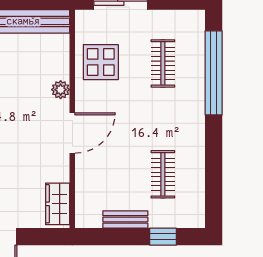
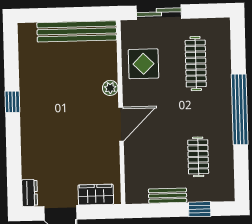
clothes rail: (163, 63) -> (196, 64), width x1.36
window: (214, 73) -> (240, 109), moved
wardrobe: (58, 204) -> (96, 195), moved, turned 90

